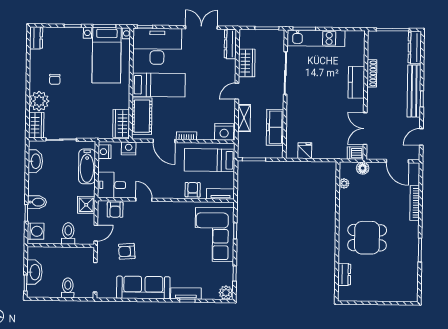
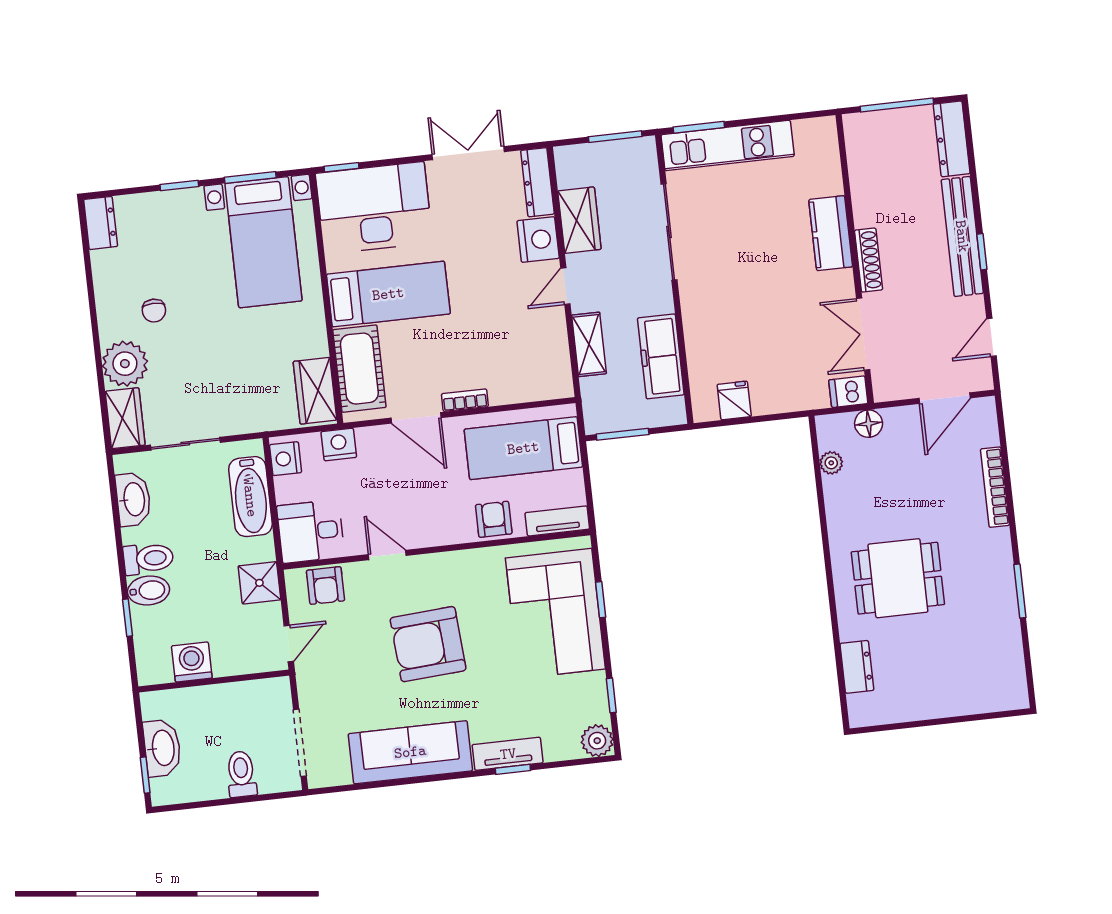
shoe rack: (372, 73) -> (869, 260), moved
nightstand: (224, 132) -> (538, 240), moved, turned -90
door: (397, 161) -> (945, 398), hinge flipped
washing machine: (36, 231) -> (192, 662), moved, turned -90
toilet: (68, 233) -> (148, 559), moved, turned 90
armchair: (127, 251) -> (428, 644), moved, width x1.88, depth x1.88

